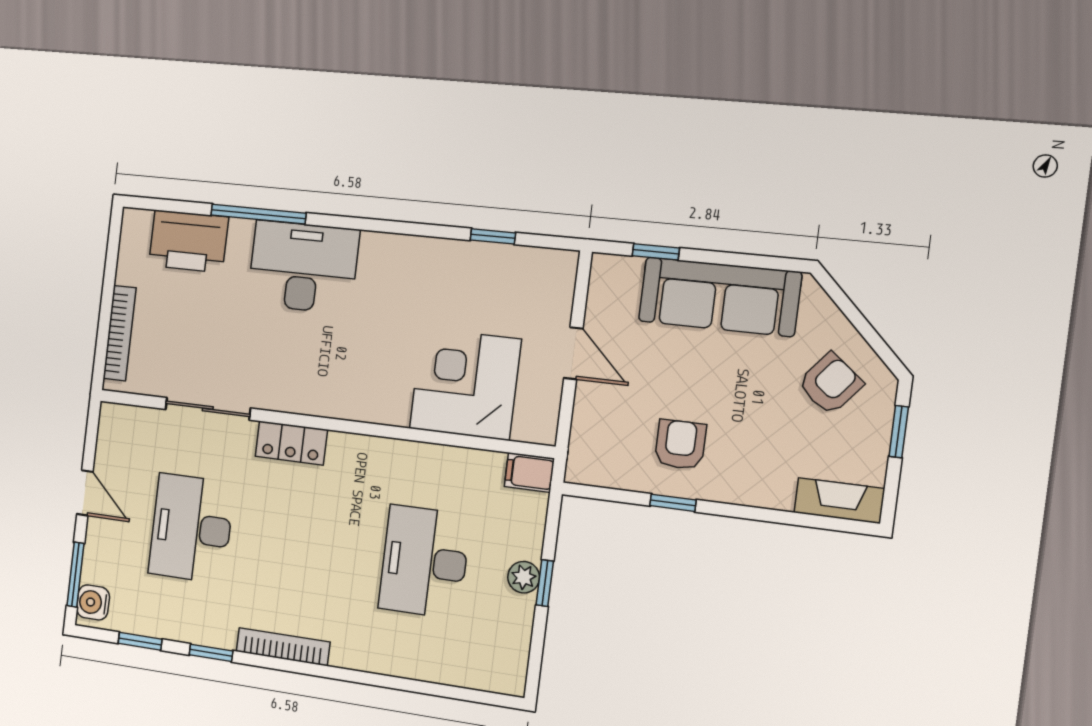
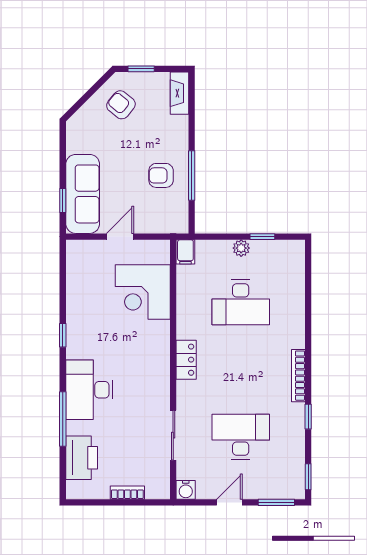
window: (493, 236) -> (63, 335), moved
sofa: (720, 297) -> (83, 194), moved
bookcase: (120, 333) -> (127, 493), width x0.64
locker: (291, 443) -> (186, 360), moved
window: (673, 503) -> (192, 175), width x2.17
desk: (191, 528) -> (241, 437), turned 180
window: (545, 583) -> (262, 237), moved
water cooler: (93, 602) -> (186, 490), moved
window: (140, 641) -> (308, 477), moved

